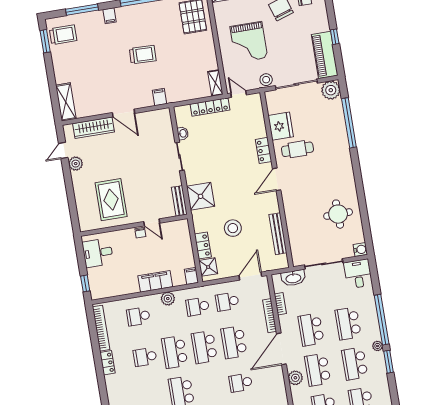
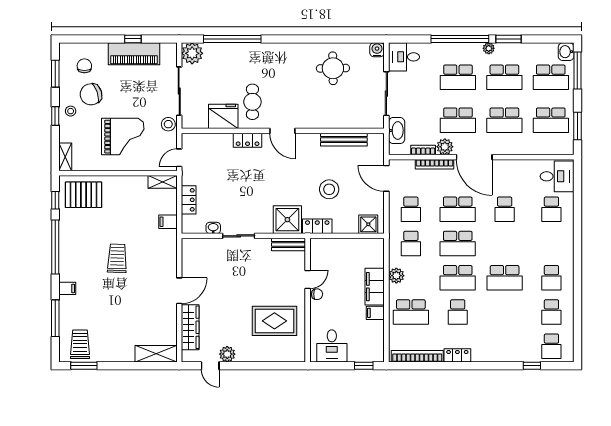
piano: (325, 55) -> (134, 54), moved
filing cabinet: (160, 97) -> (168, 222), moved
locker: (210, 107) -> (189, 200), width x0.66
locker: (203, 246) -> (317, 226), moved
filing cabinet: (191, 276) -> (375, 313), moved
school desk: (138, 316) -> (411, 312), width x1.85
plant: (295, 378) -> (445, 147), moved

